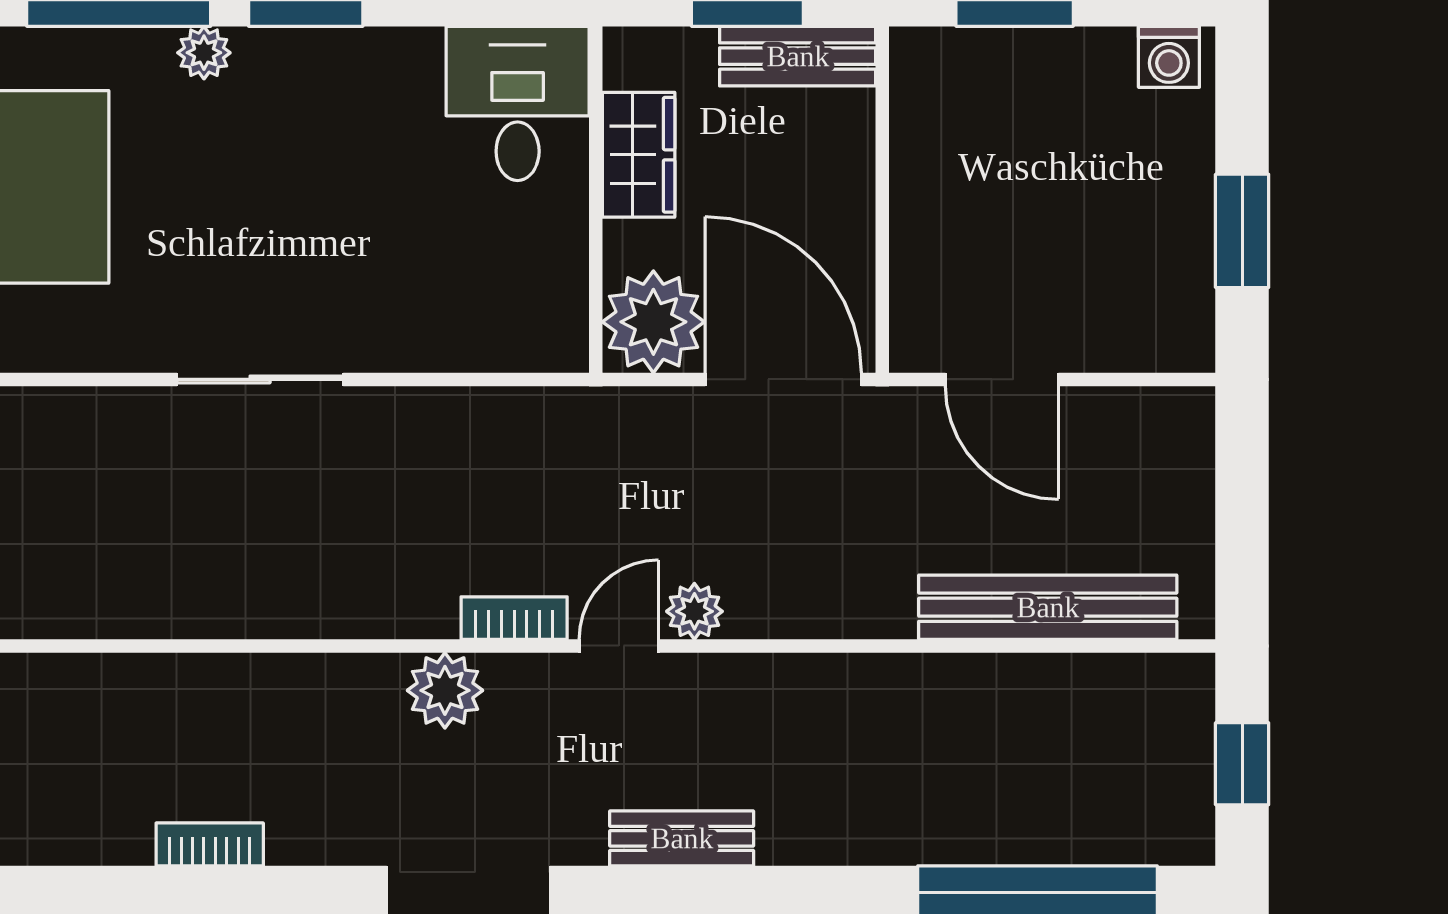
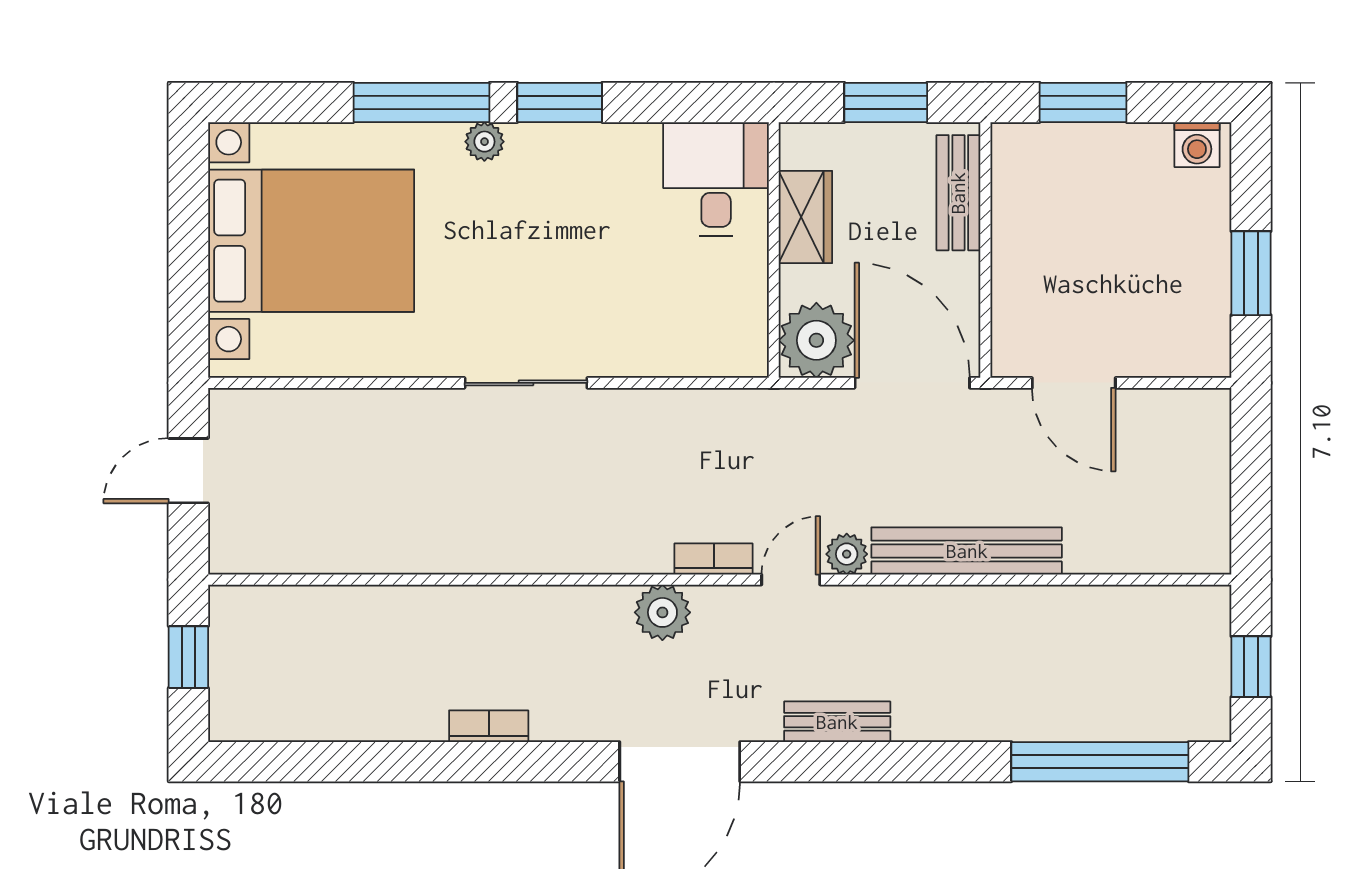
bench: (798, 56) -> (958, 193), moved, turned 90
bench: (1048, 607) -> (967, 551), moved

